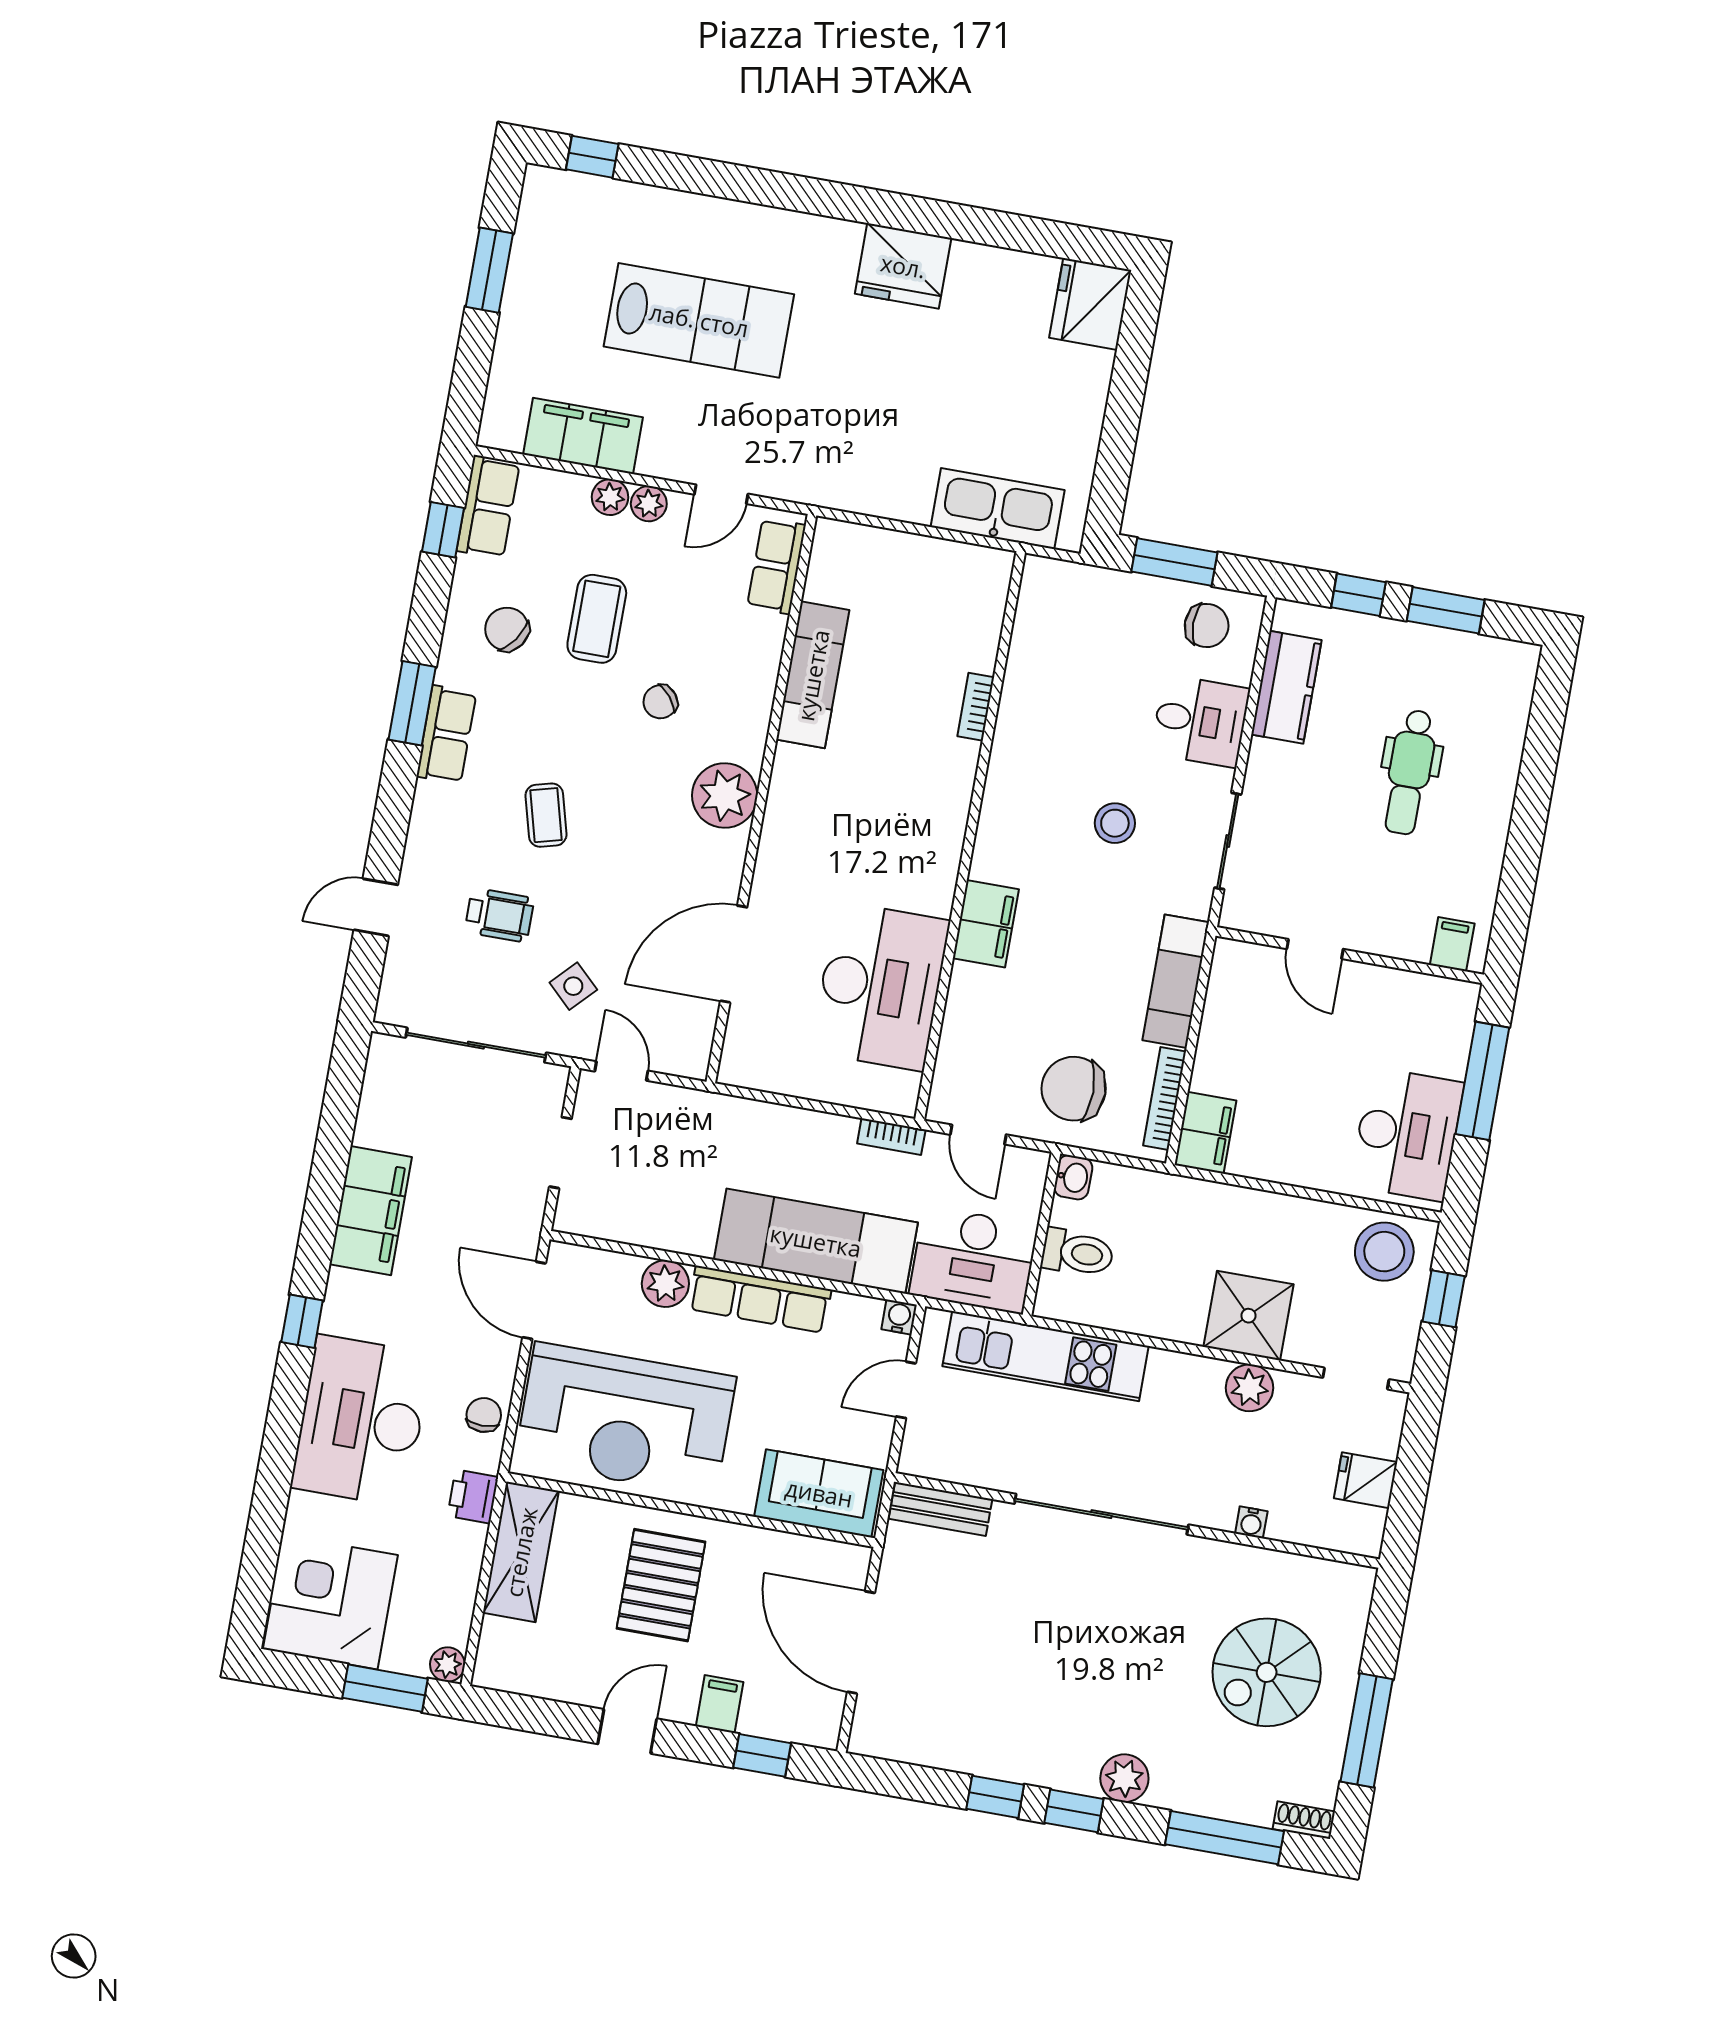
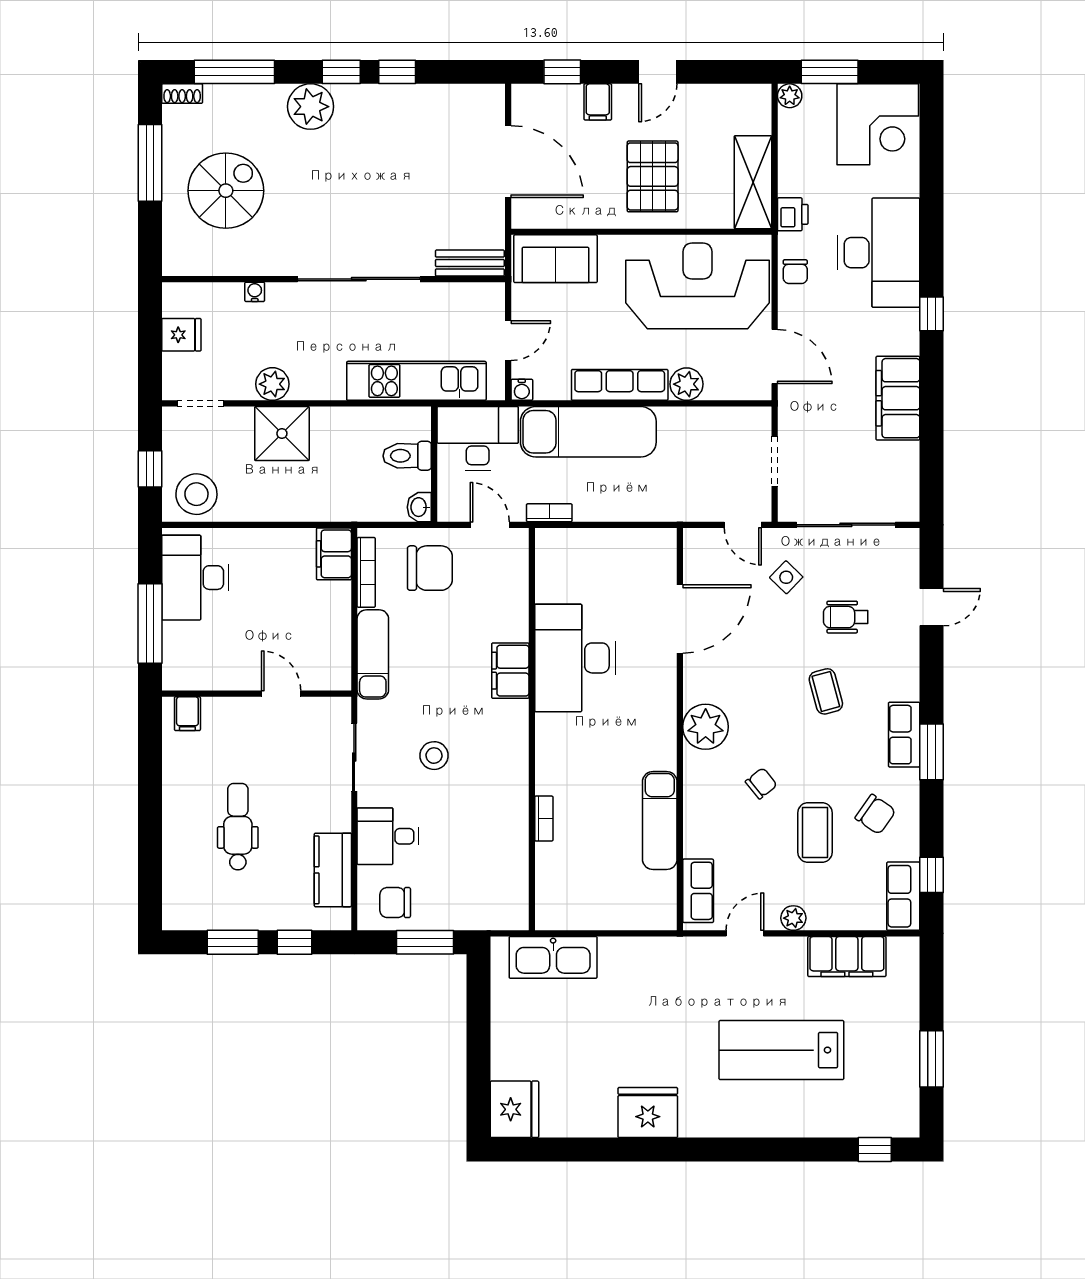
plant: (610, 497) -> (821, 918), removed
desk: (880, 986) -> (575, 658), moved
plant: (1124, 1778) -> (311, 107), width x1.36, depth x1.36

